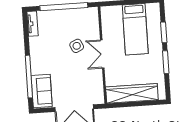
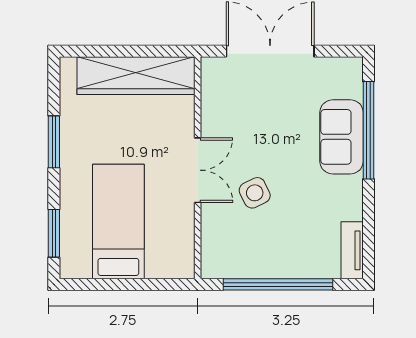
window: (164, 32) -> (54, 233), moved
sofa: (42, 91) -> (342, 137), moved

